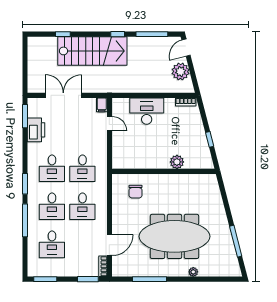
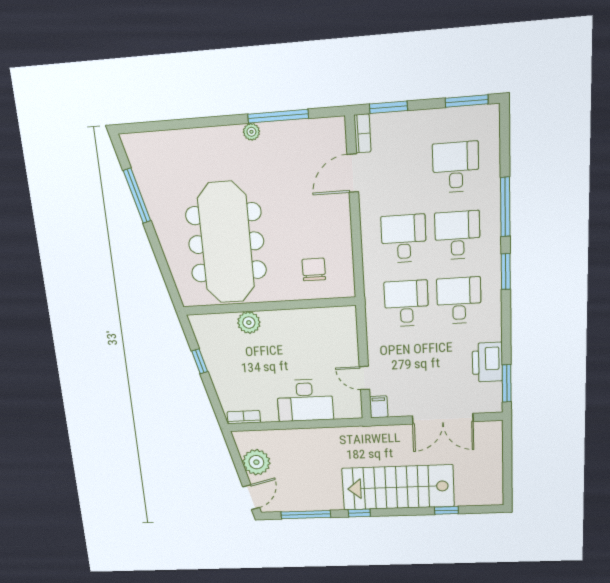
meeting table: (174, 236) -> (226, 243), moved, turned 90
plant: (193, 272) -> (251, 132), moved

